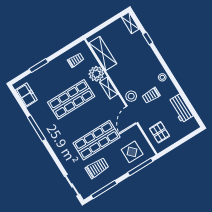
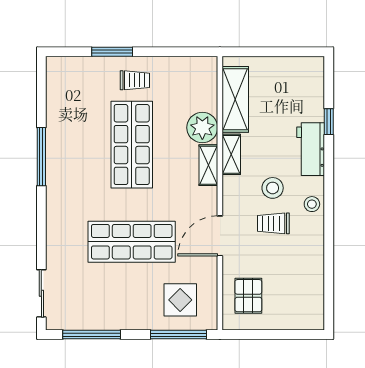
shelving: (130, 23) -> (231, 154), moved
trolley: (76, 60) -> (135, 80), moved
freezer: (26, 95) -> (59, 89), removed
stool: (131, 96) -> (273, 188), moved
shop shelf: (71, 99) -> (132, 145), turned 90
workbench: (181, 108) -> (311, 149), moved
trolley: (97, 168) -> (103, 290), removed

